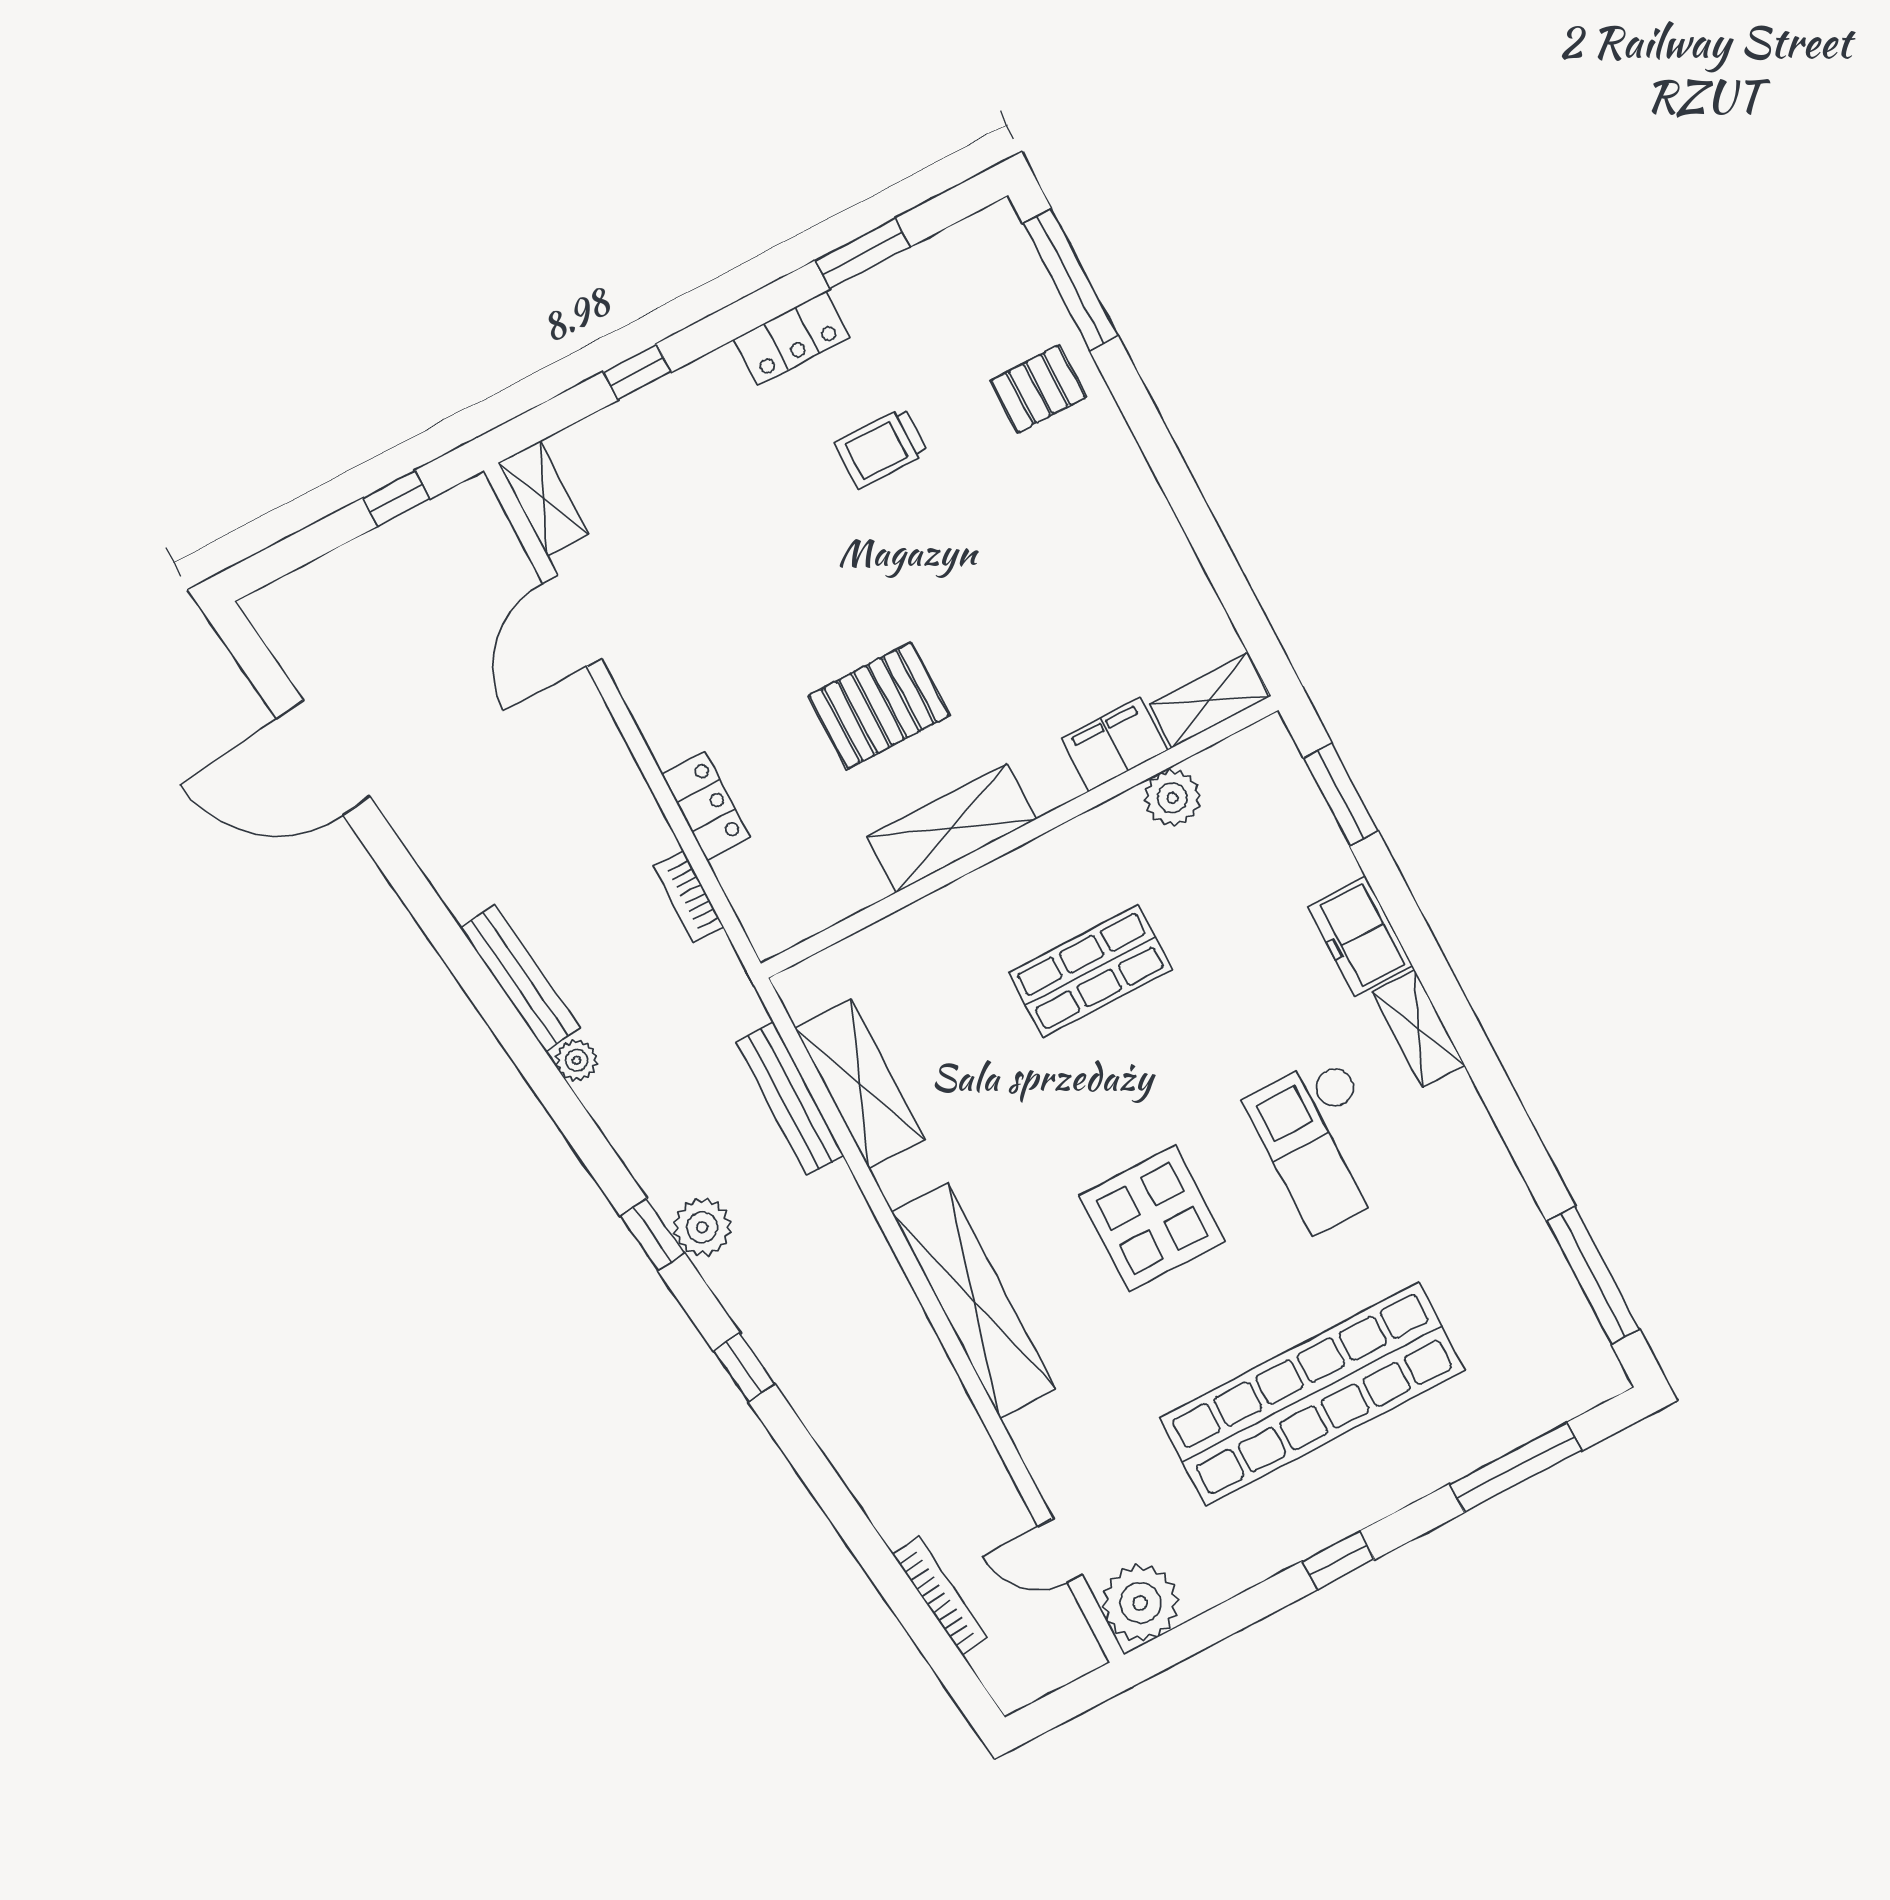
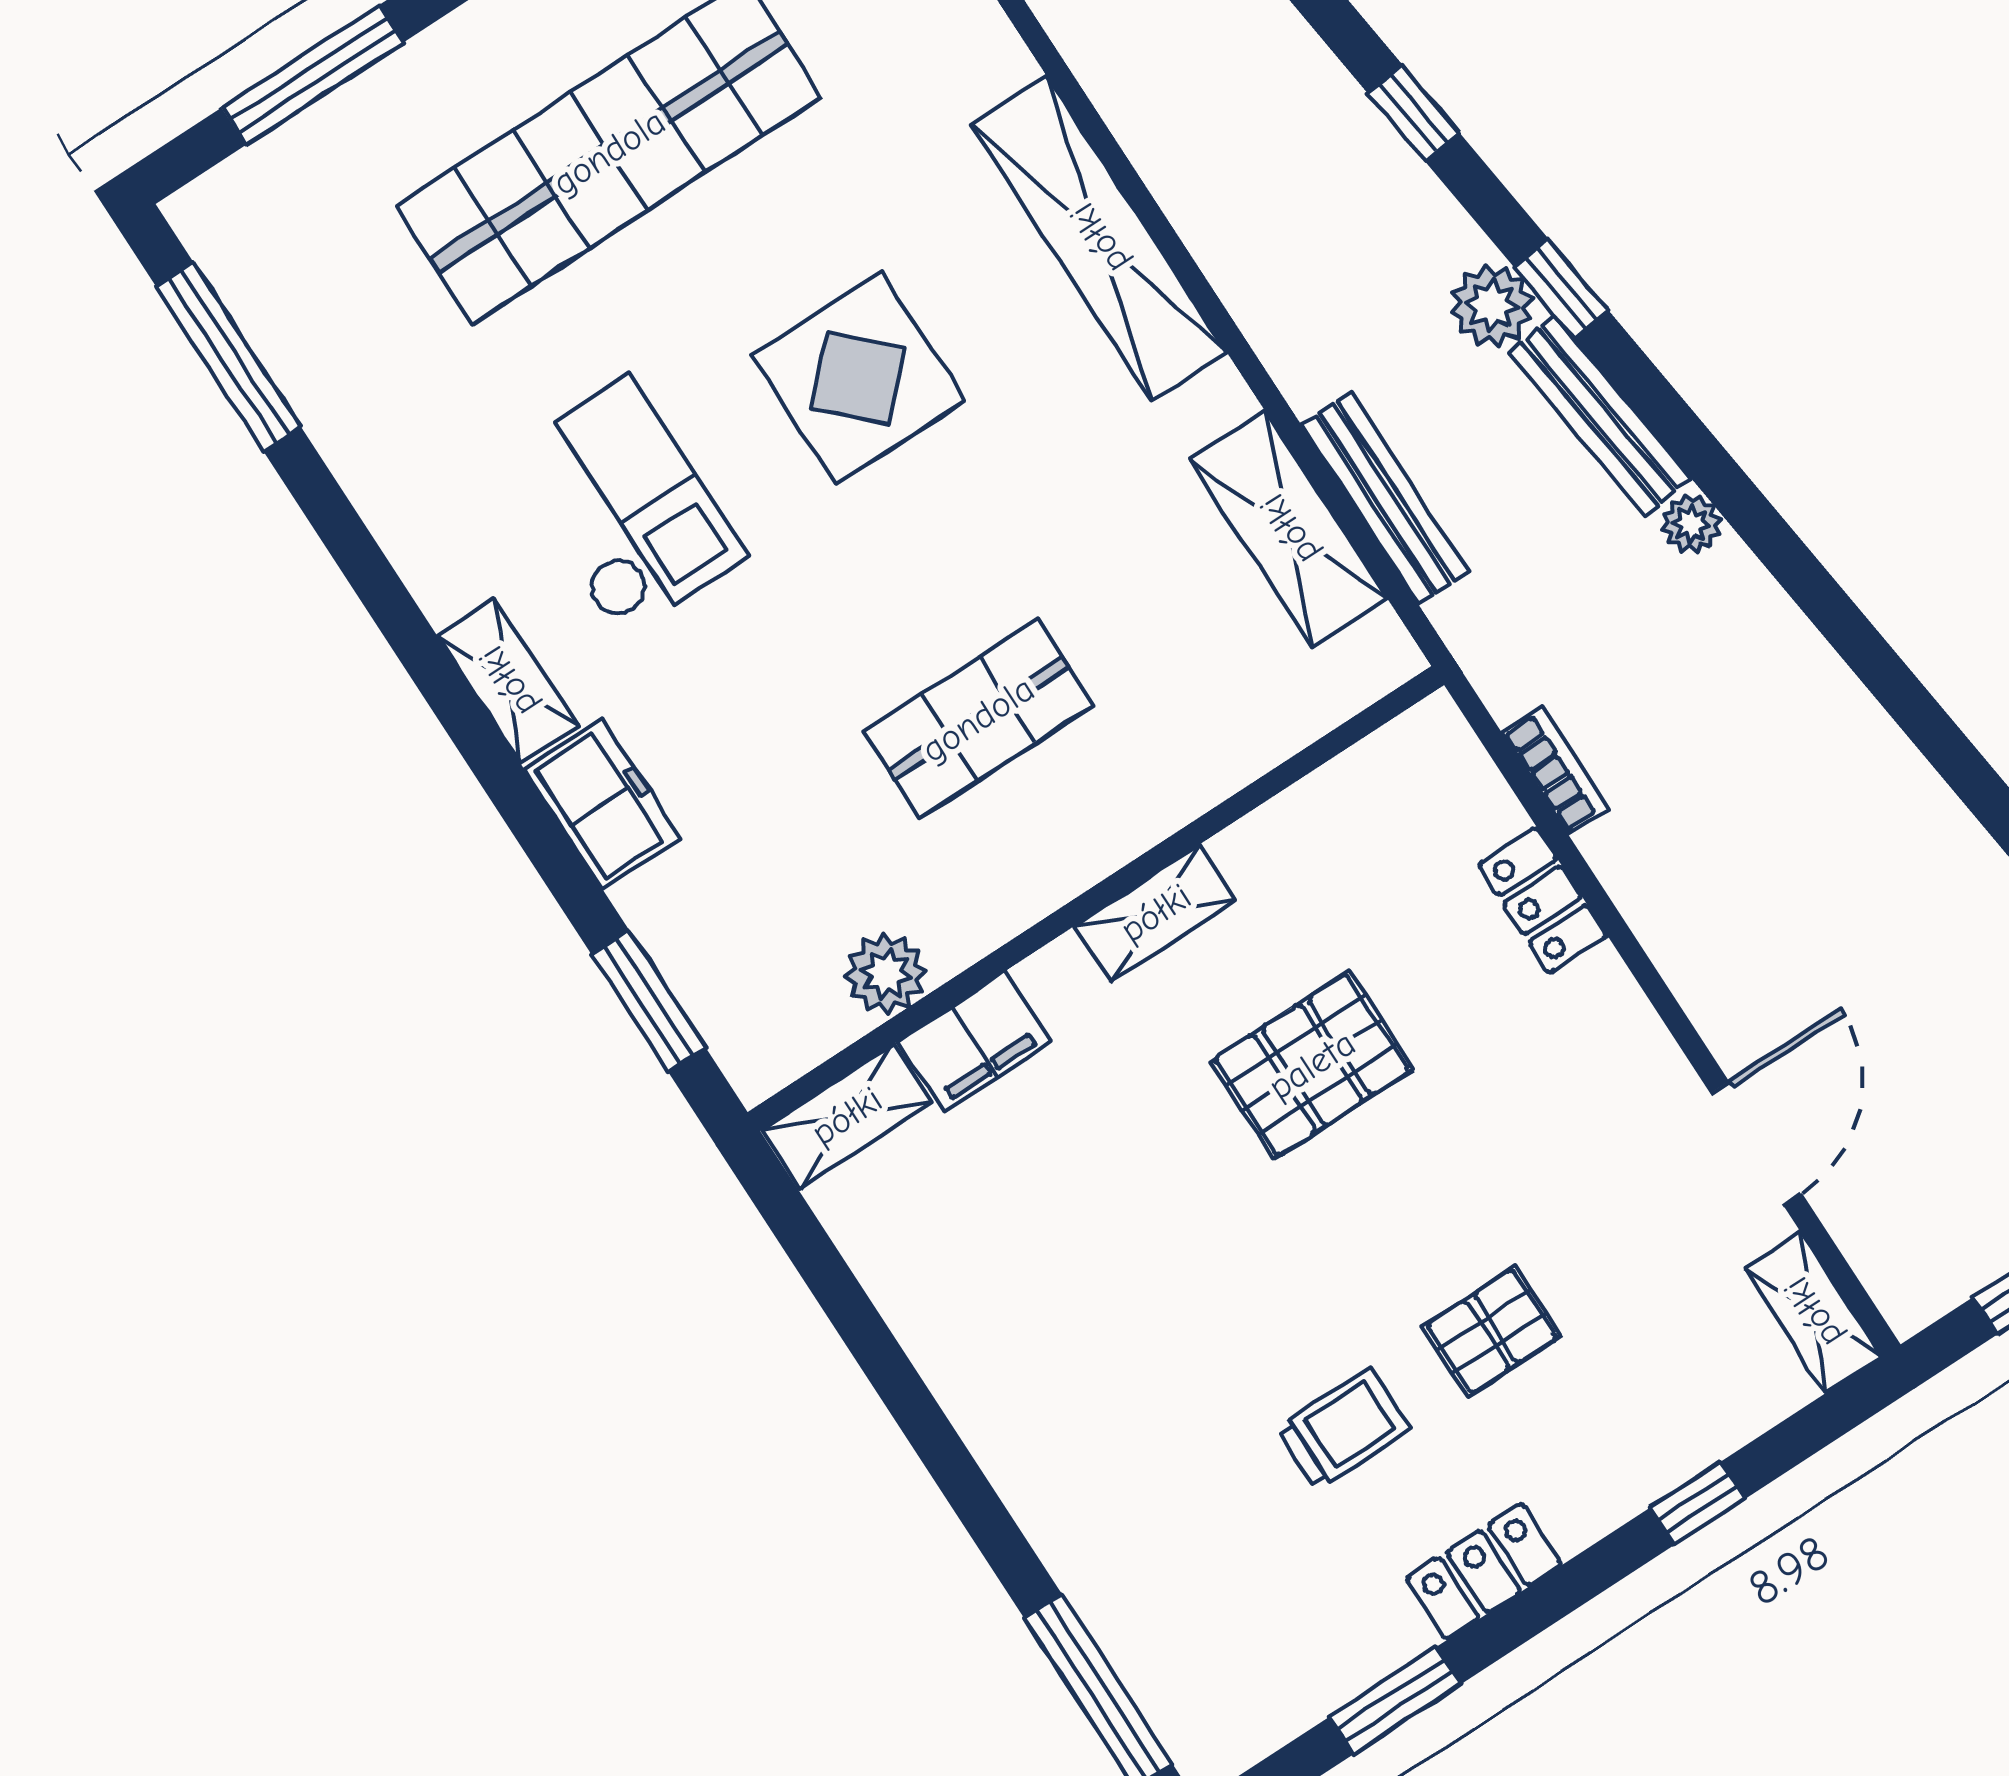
pallet: (1038, 389) -> (1492, 1331), moved
shelving: (952, 828) -> (1156, 913), width x0.67, depth x0.75
bench: (520, 978) -> (1600, 416), moved

